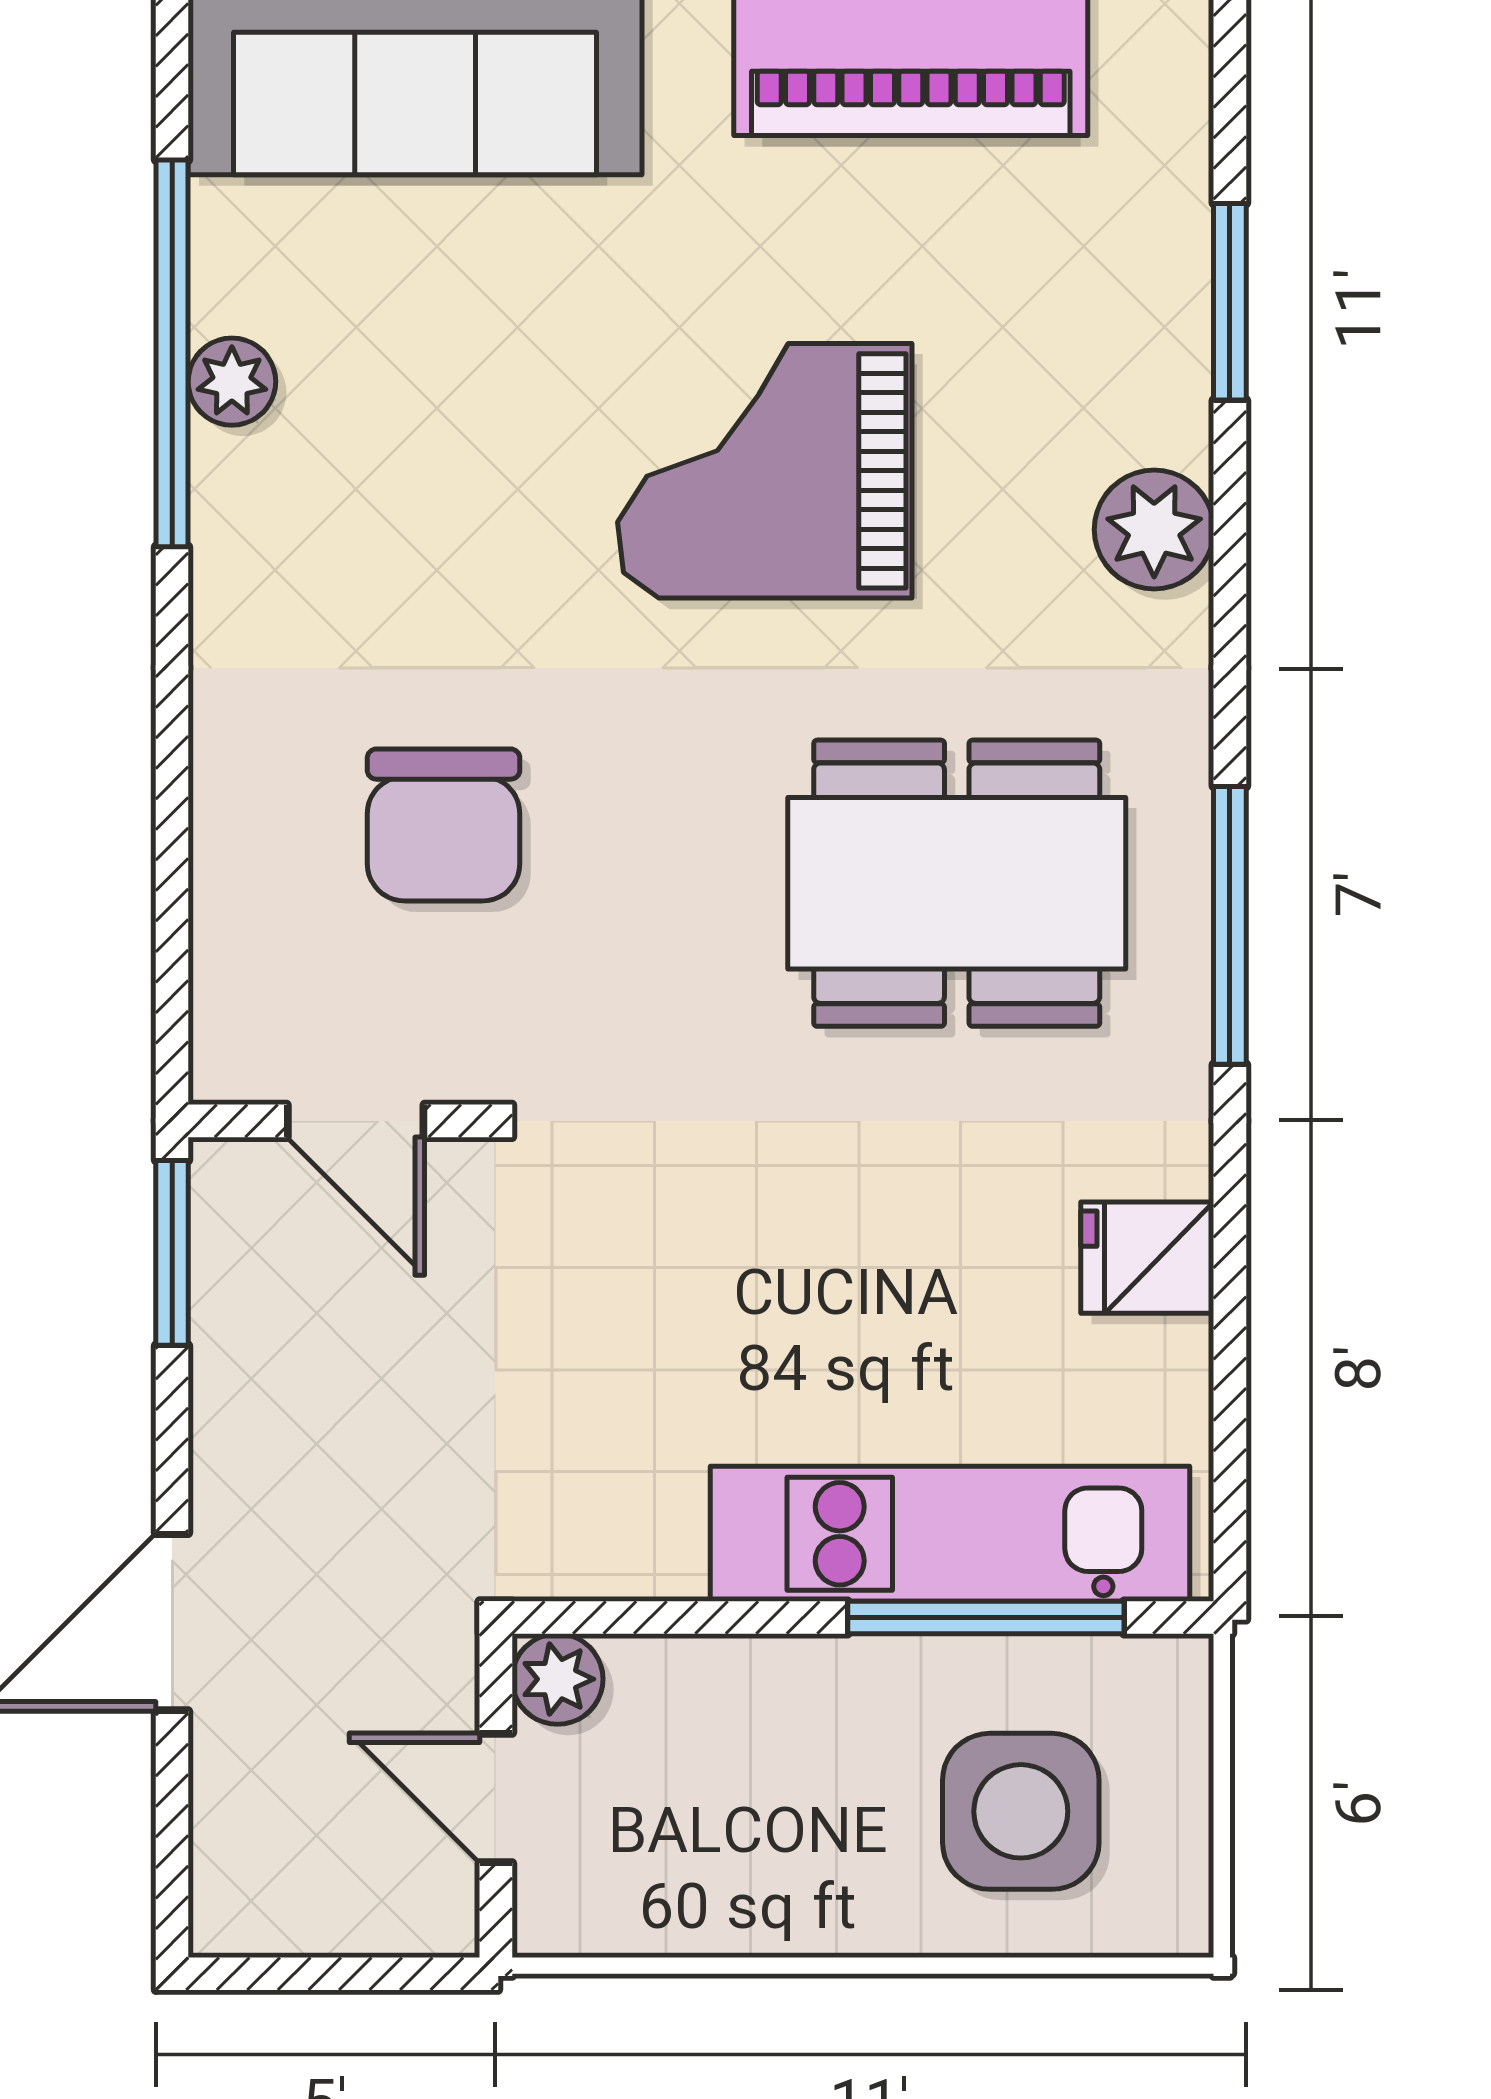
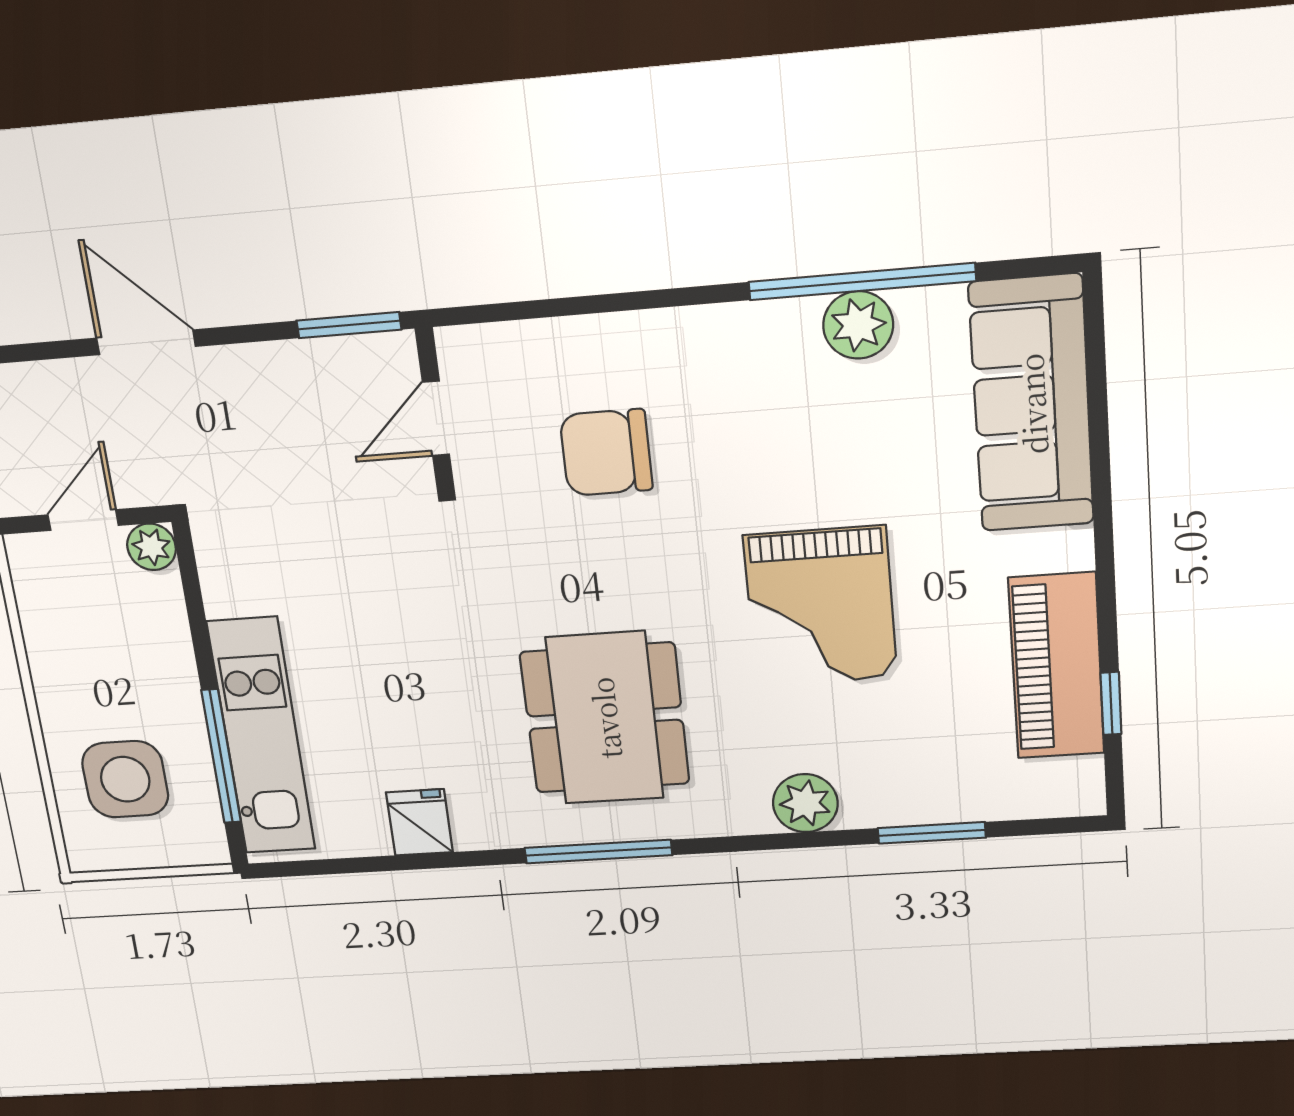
plant: (232, 382) -> (858, 325), width x1.38, depth x1.38
grand piano: (765, 471) -> (820, 606), turned 180

